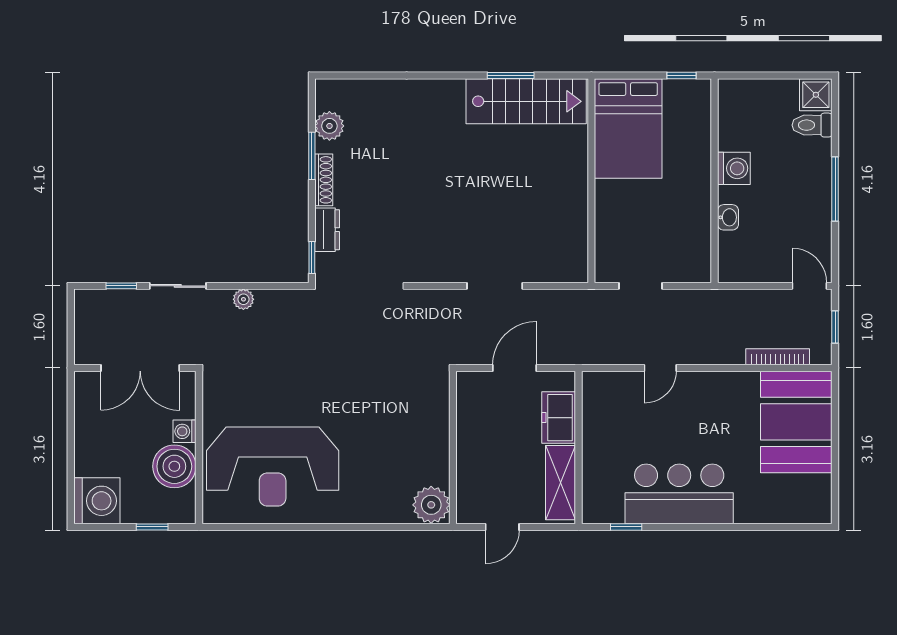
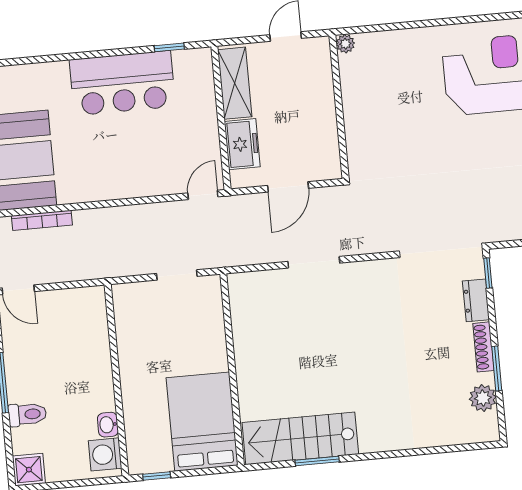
toilet: (812, 125) -> (27, 414), moved
washing machine: (734, 168) -> (105, 454), moved
washbasin: (728, 217) -> (108, 425), moved
door: (660, 368) -> (203, 195), moved
plant: (431, 505) -> (345, 44), width x0.53, depth x0.53

